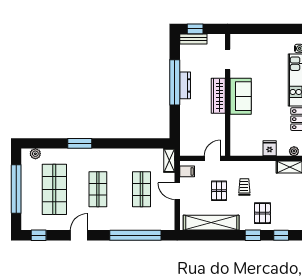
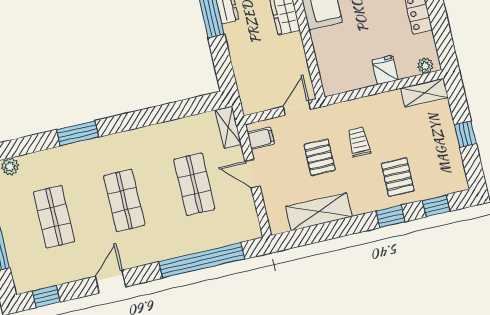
shop shelf: (54, 189) -> (54, 217), width x0.70, depth x0.74
shelving: (211, 223) -> (319, 212), width x0.68

